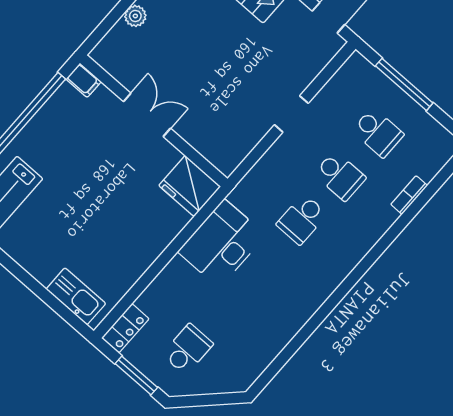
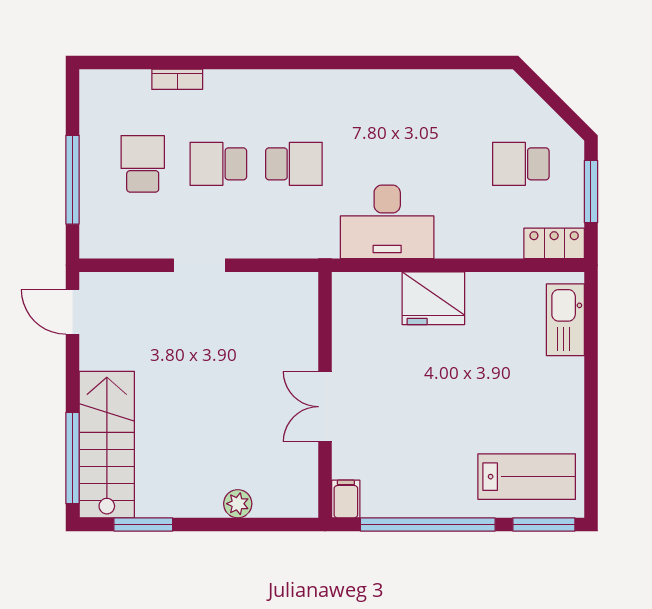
school desk: (340, 176) -> (218, 164), turned -90
fridge: (190, 186) -> (433, 298), moved, turned 90

